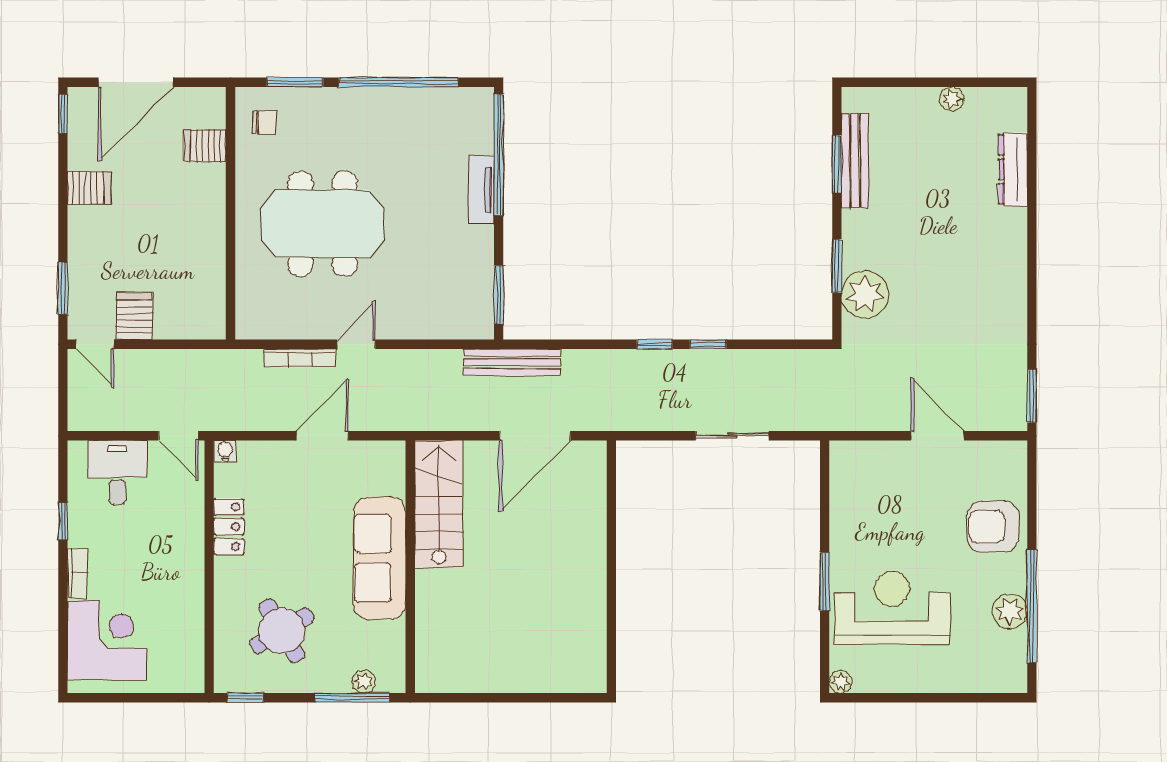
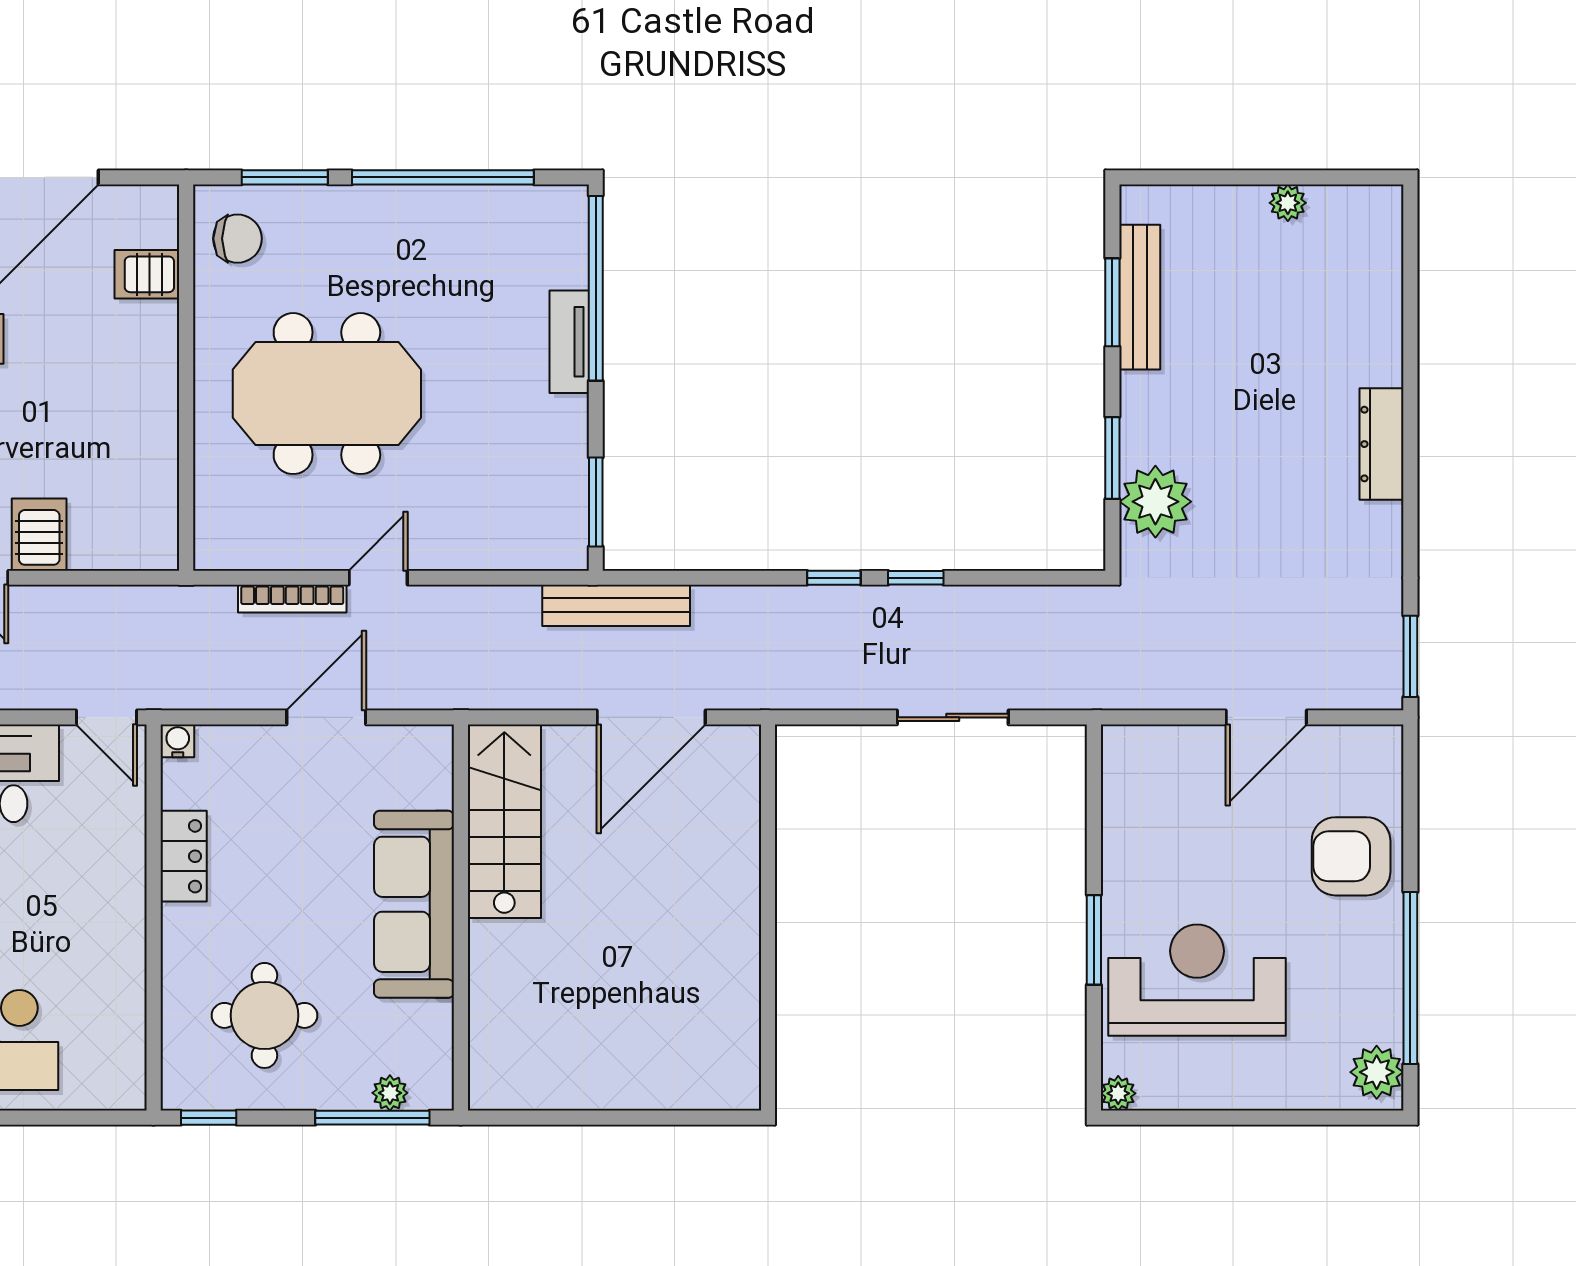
chair: (264, 122) -> (237, 239), width x1.37, depth x1.37
dresser: (1013, 169) -> (1381, 444), moved
door: (937, 436) -> (1266, 717), swing flipped
plant: (1010, 611) -> (1377, 1072), moved
round table: (282, 631) -> (264, 1015), turned 31

